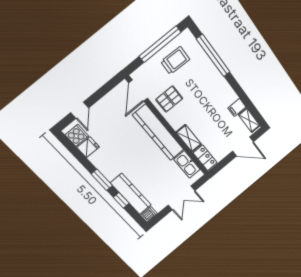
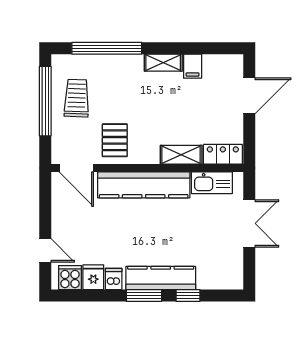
shelving: (249, 120) -> (163, 63), moved
kitchen counter: (131, 194) -> (161, 278), moved
dishwasher: (149, 214) -> (114, 279), moved

